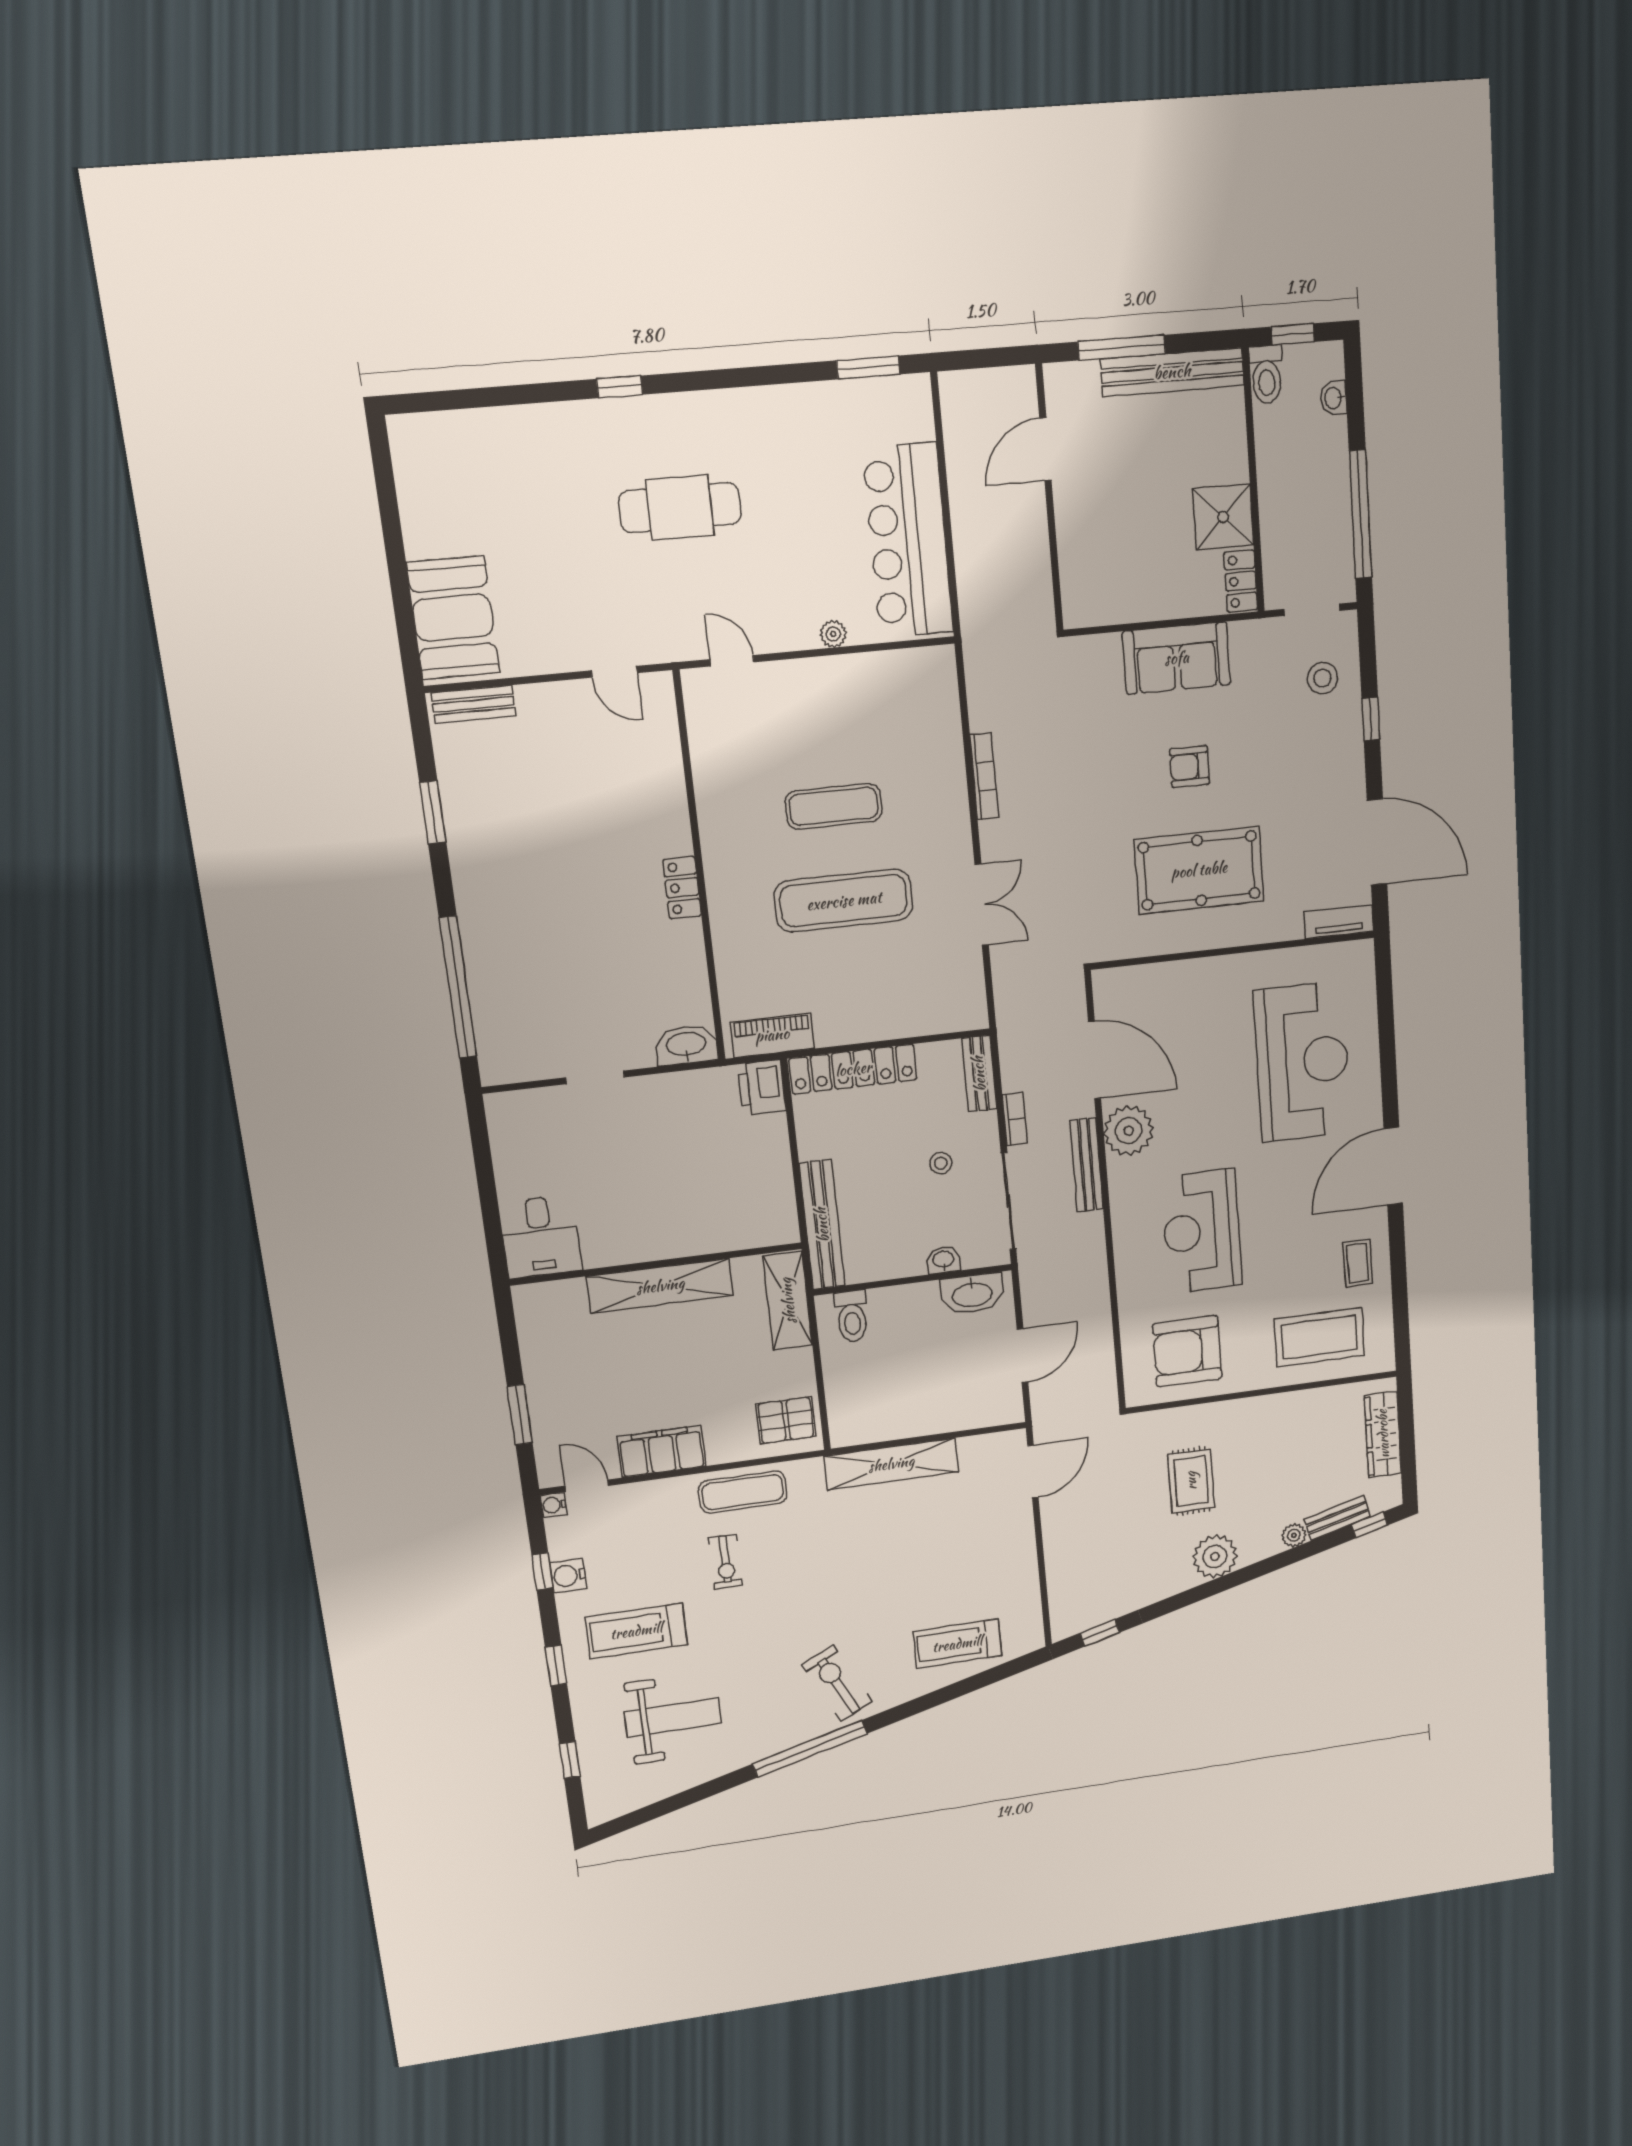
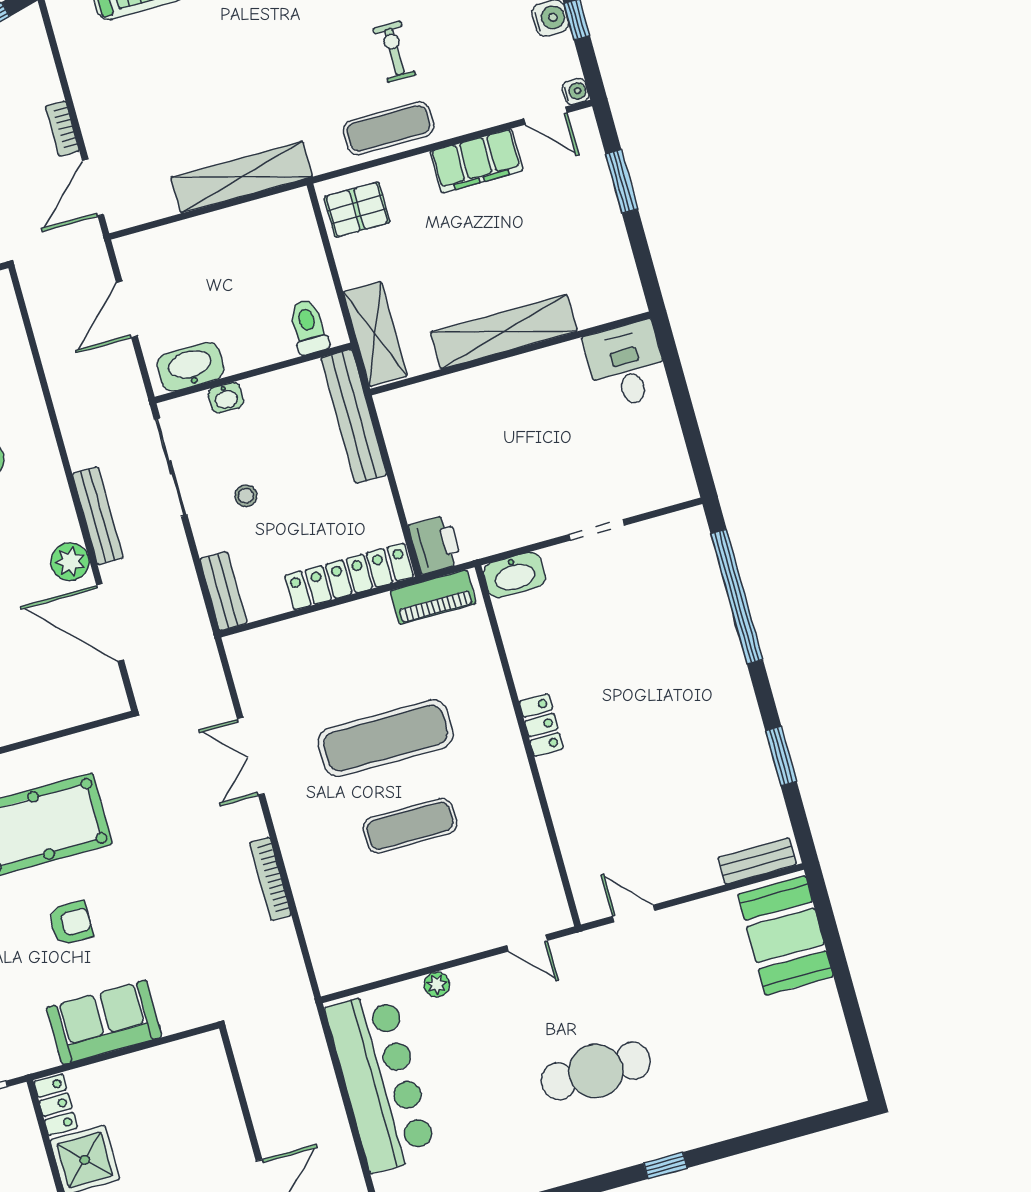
bookcase: (1015, 1119) -> (62, 129), moved
plant: (1129, 1131) -> (70, 562), width x0.73, depth x0.73

